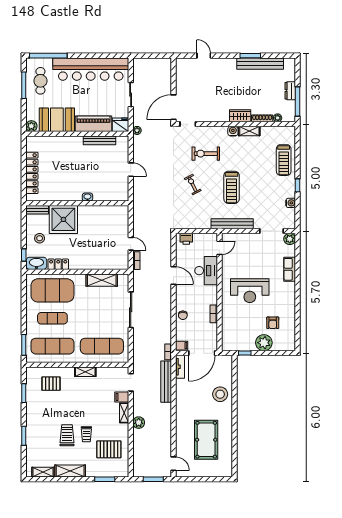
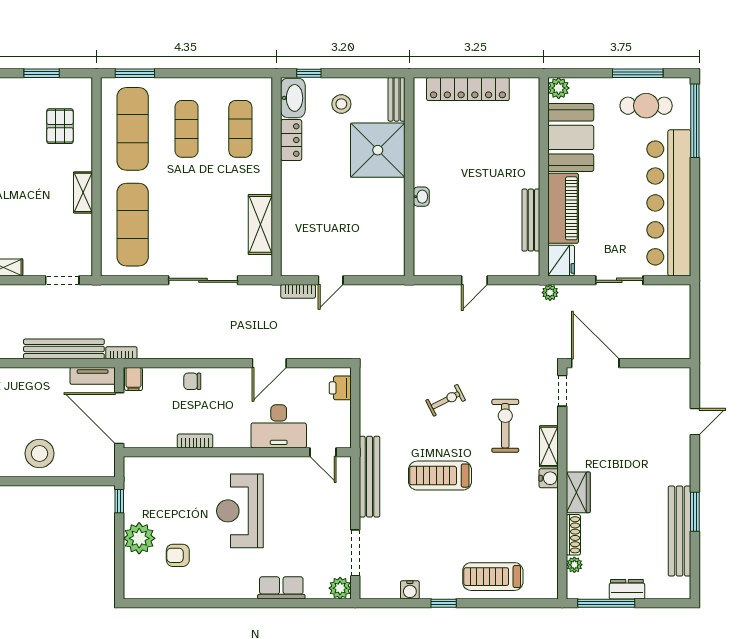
shelving: (249, 131) -> (549, 446), moved
exercise mat: (52, 290) -> (240, 129), width x0.50, depth x0.69
filing cabinet: (122, 397) -> (34, 263), removed

